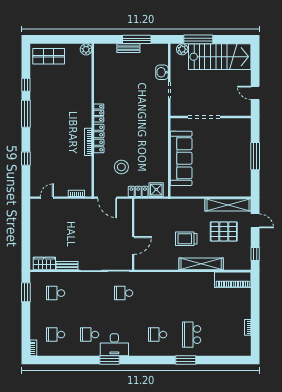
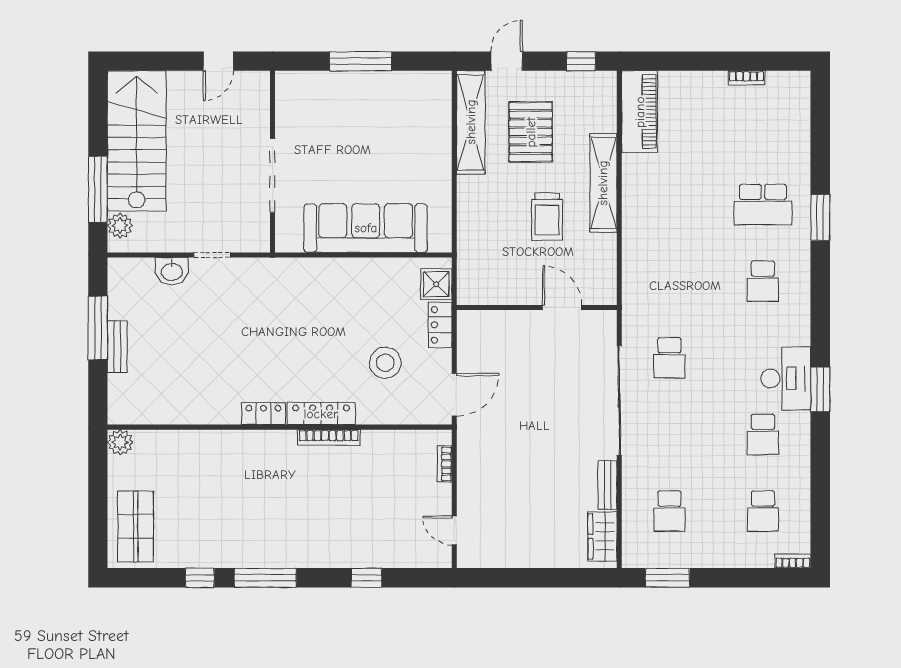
wall: (133, 234) -> (537, 308), moved
door: (133, 245) -> (562, 308), moved

